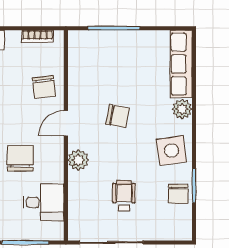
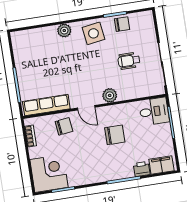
row of seats: (181, 64) -> (46, 105), moved, turned 180
chair: (118, 116) -> (76, 73), removed
chair: (20, 158) -> (115, 135), turned 180
desk: (44, 202) -> (154, 111), moved, turned 90

